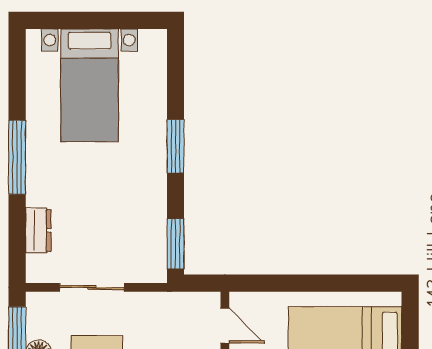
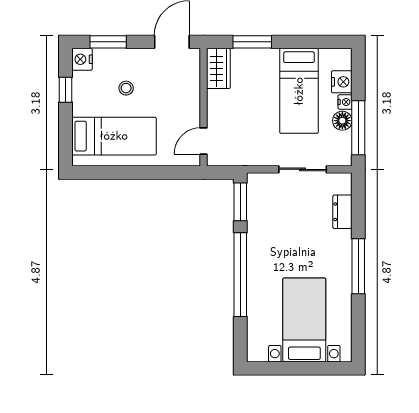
window: (175, 146) -> (240, 275), width x2.11
door: (225, 326) -> (203, 141), hinge flipped

